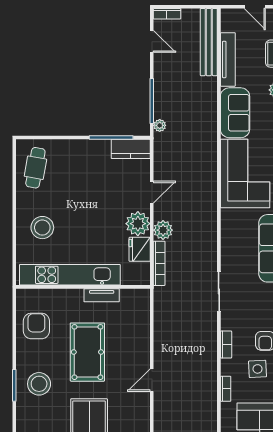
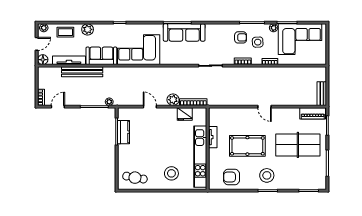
floor lamp: (229, 17) -> (43, 60), added
bench: (209, 42) -> (82, 72), moved
kitchen counter: (131, 149) -> (123, 132), moved
plant: (138, 224) -> (169, 115), removed

